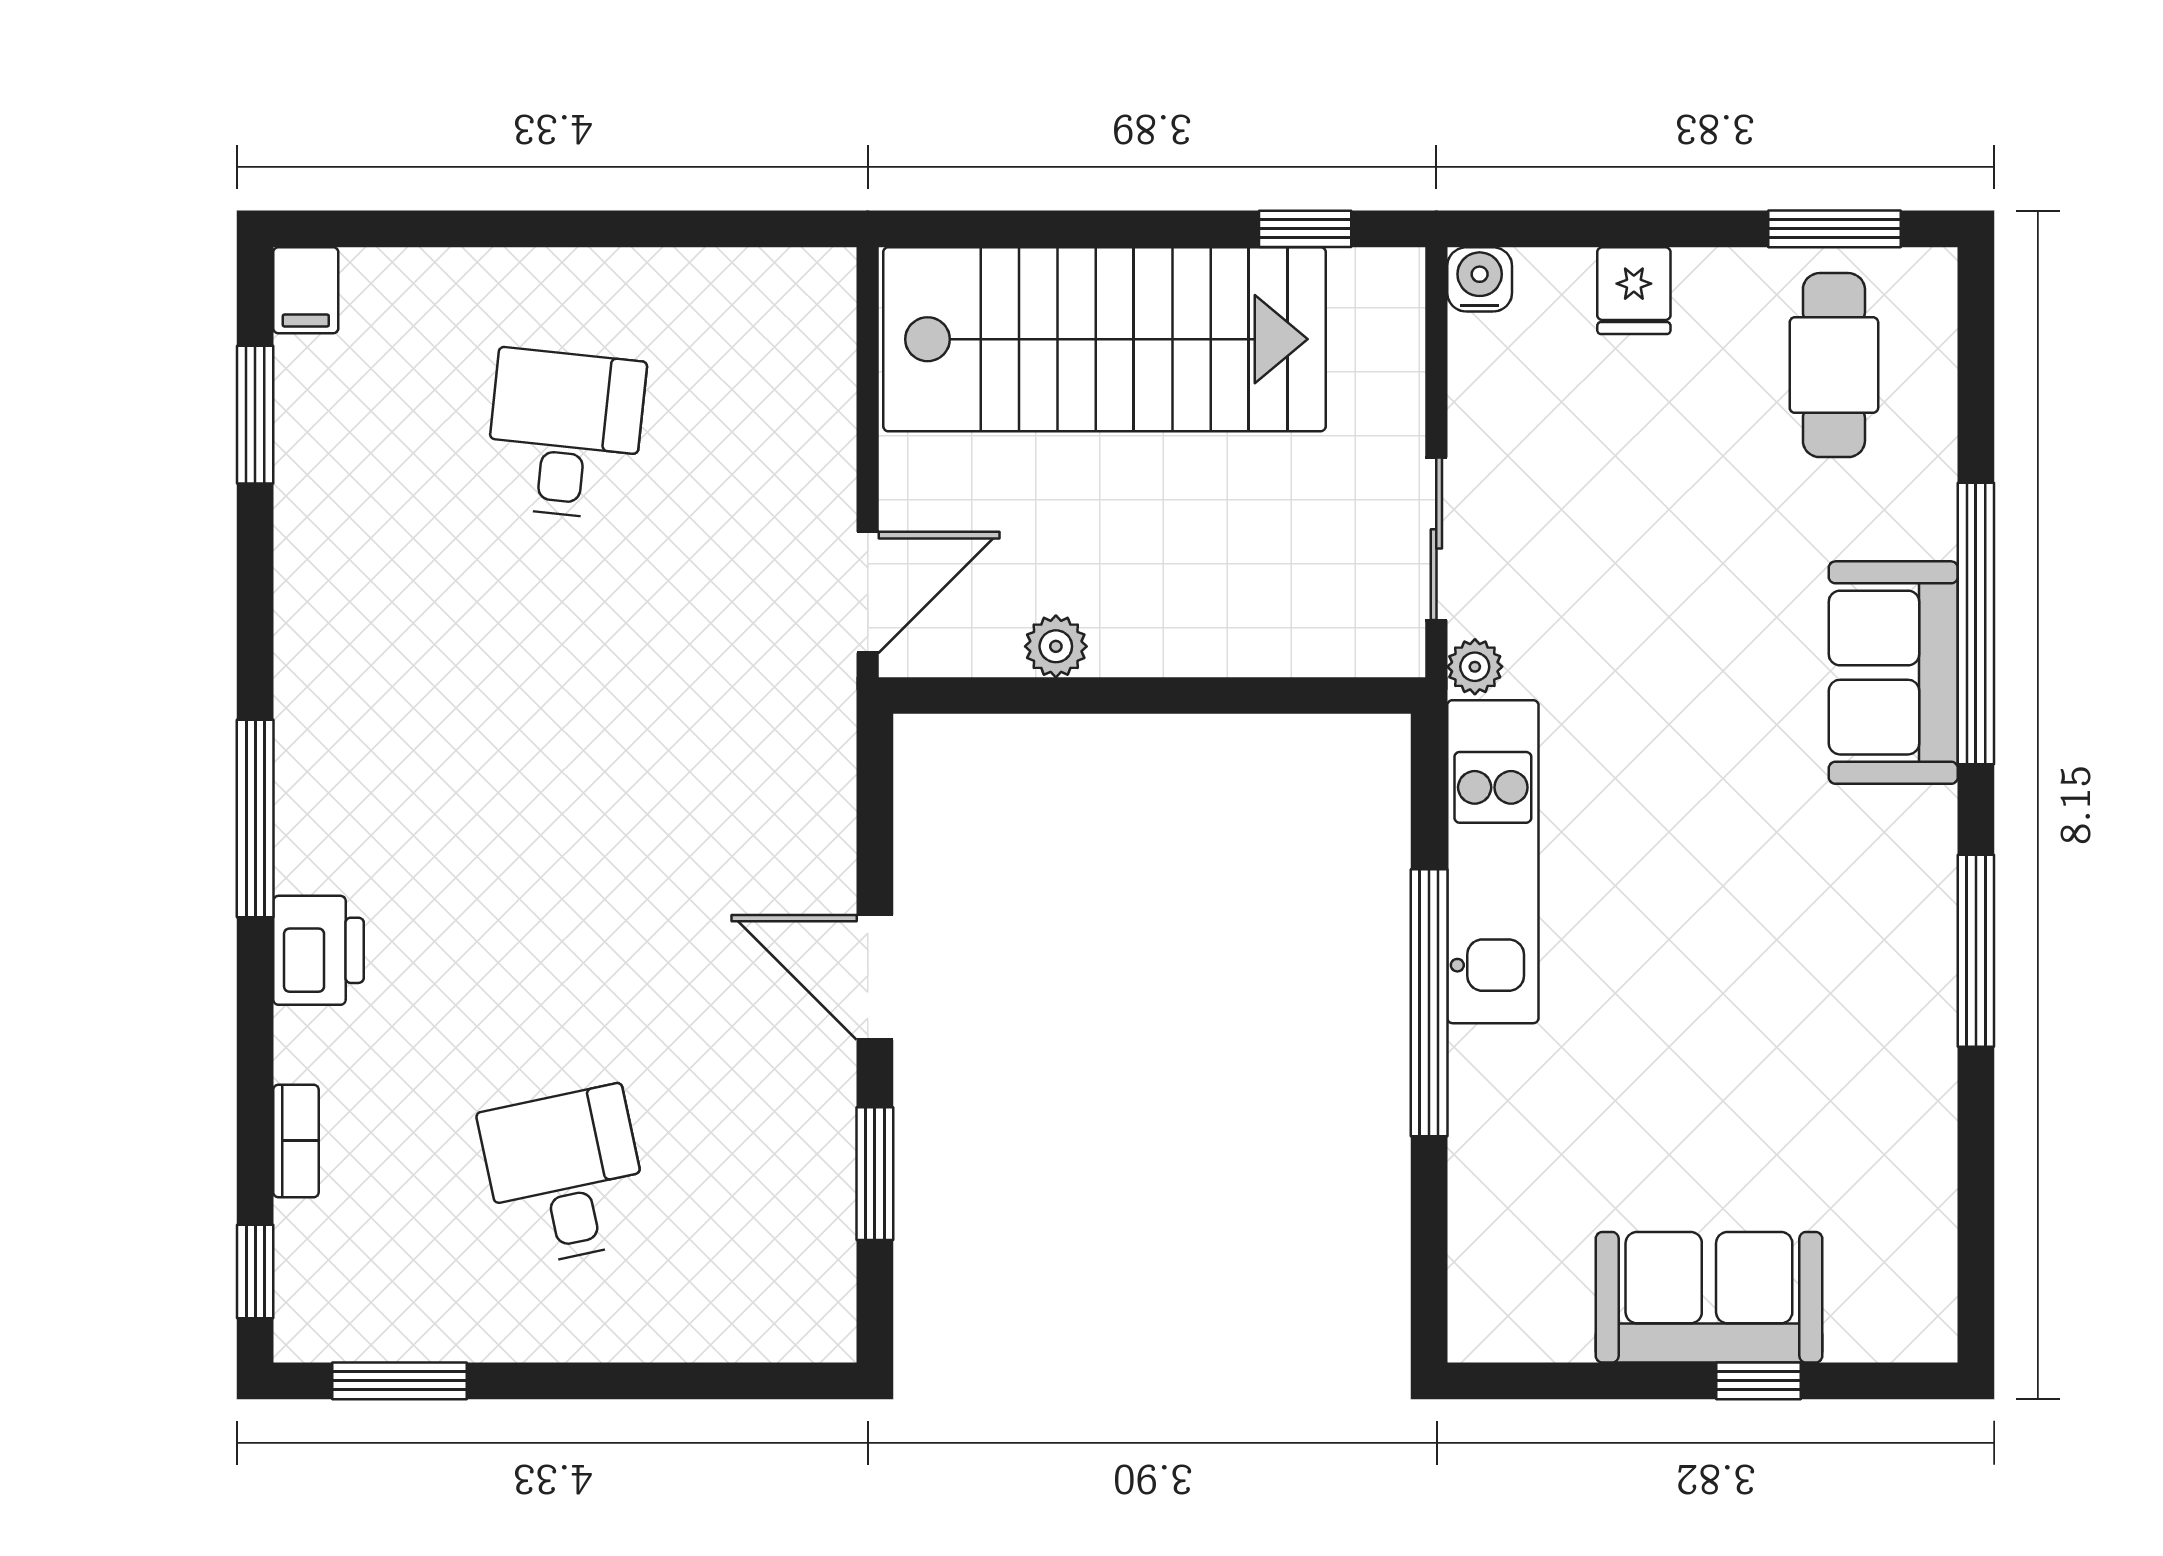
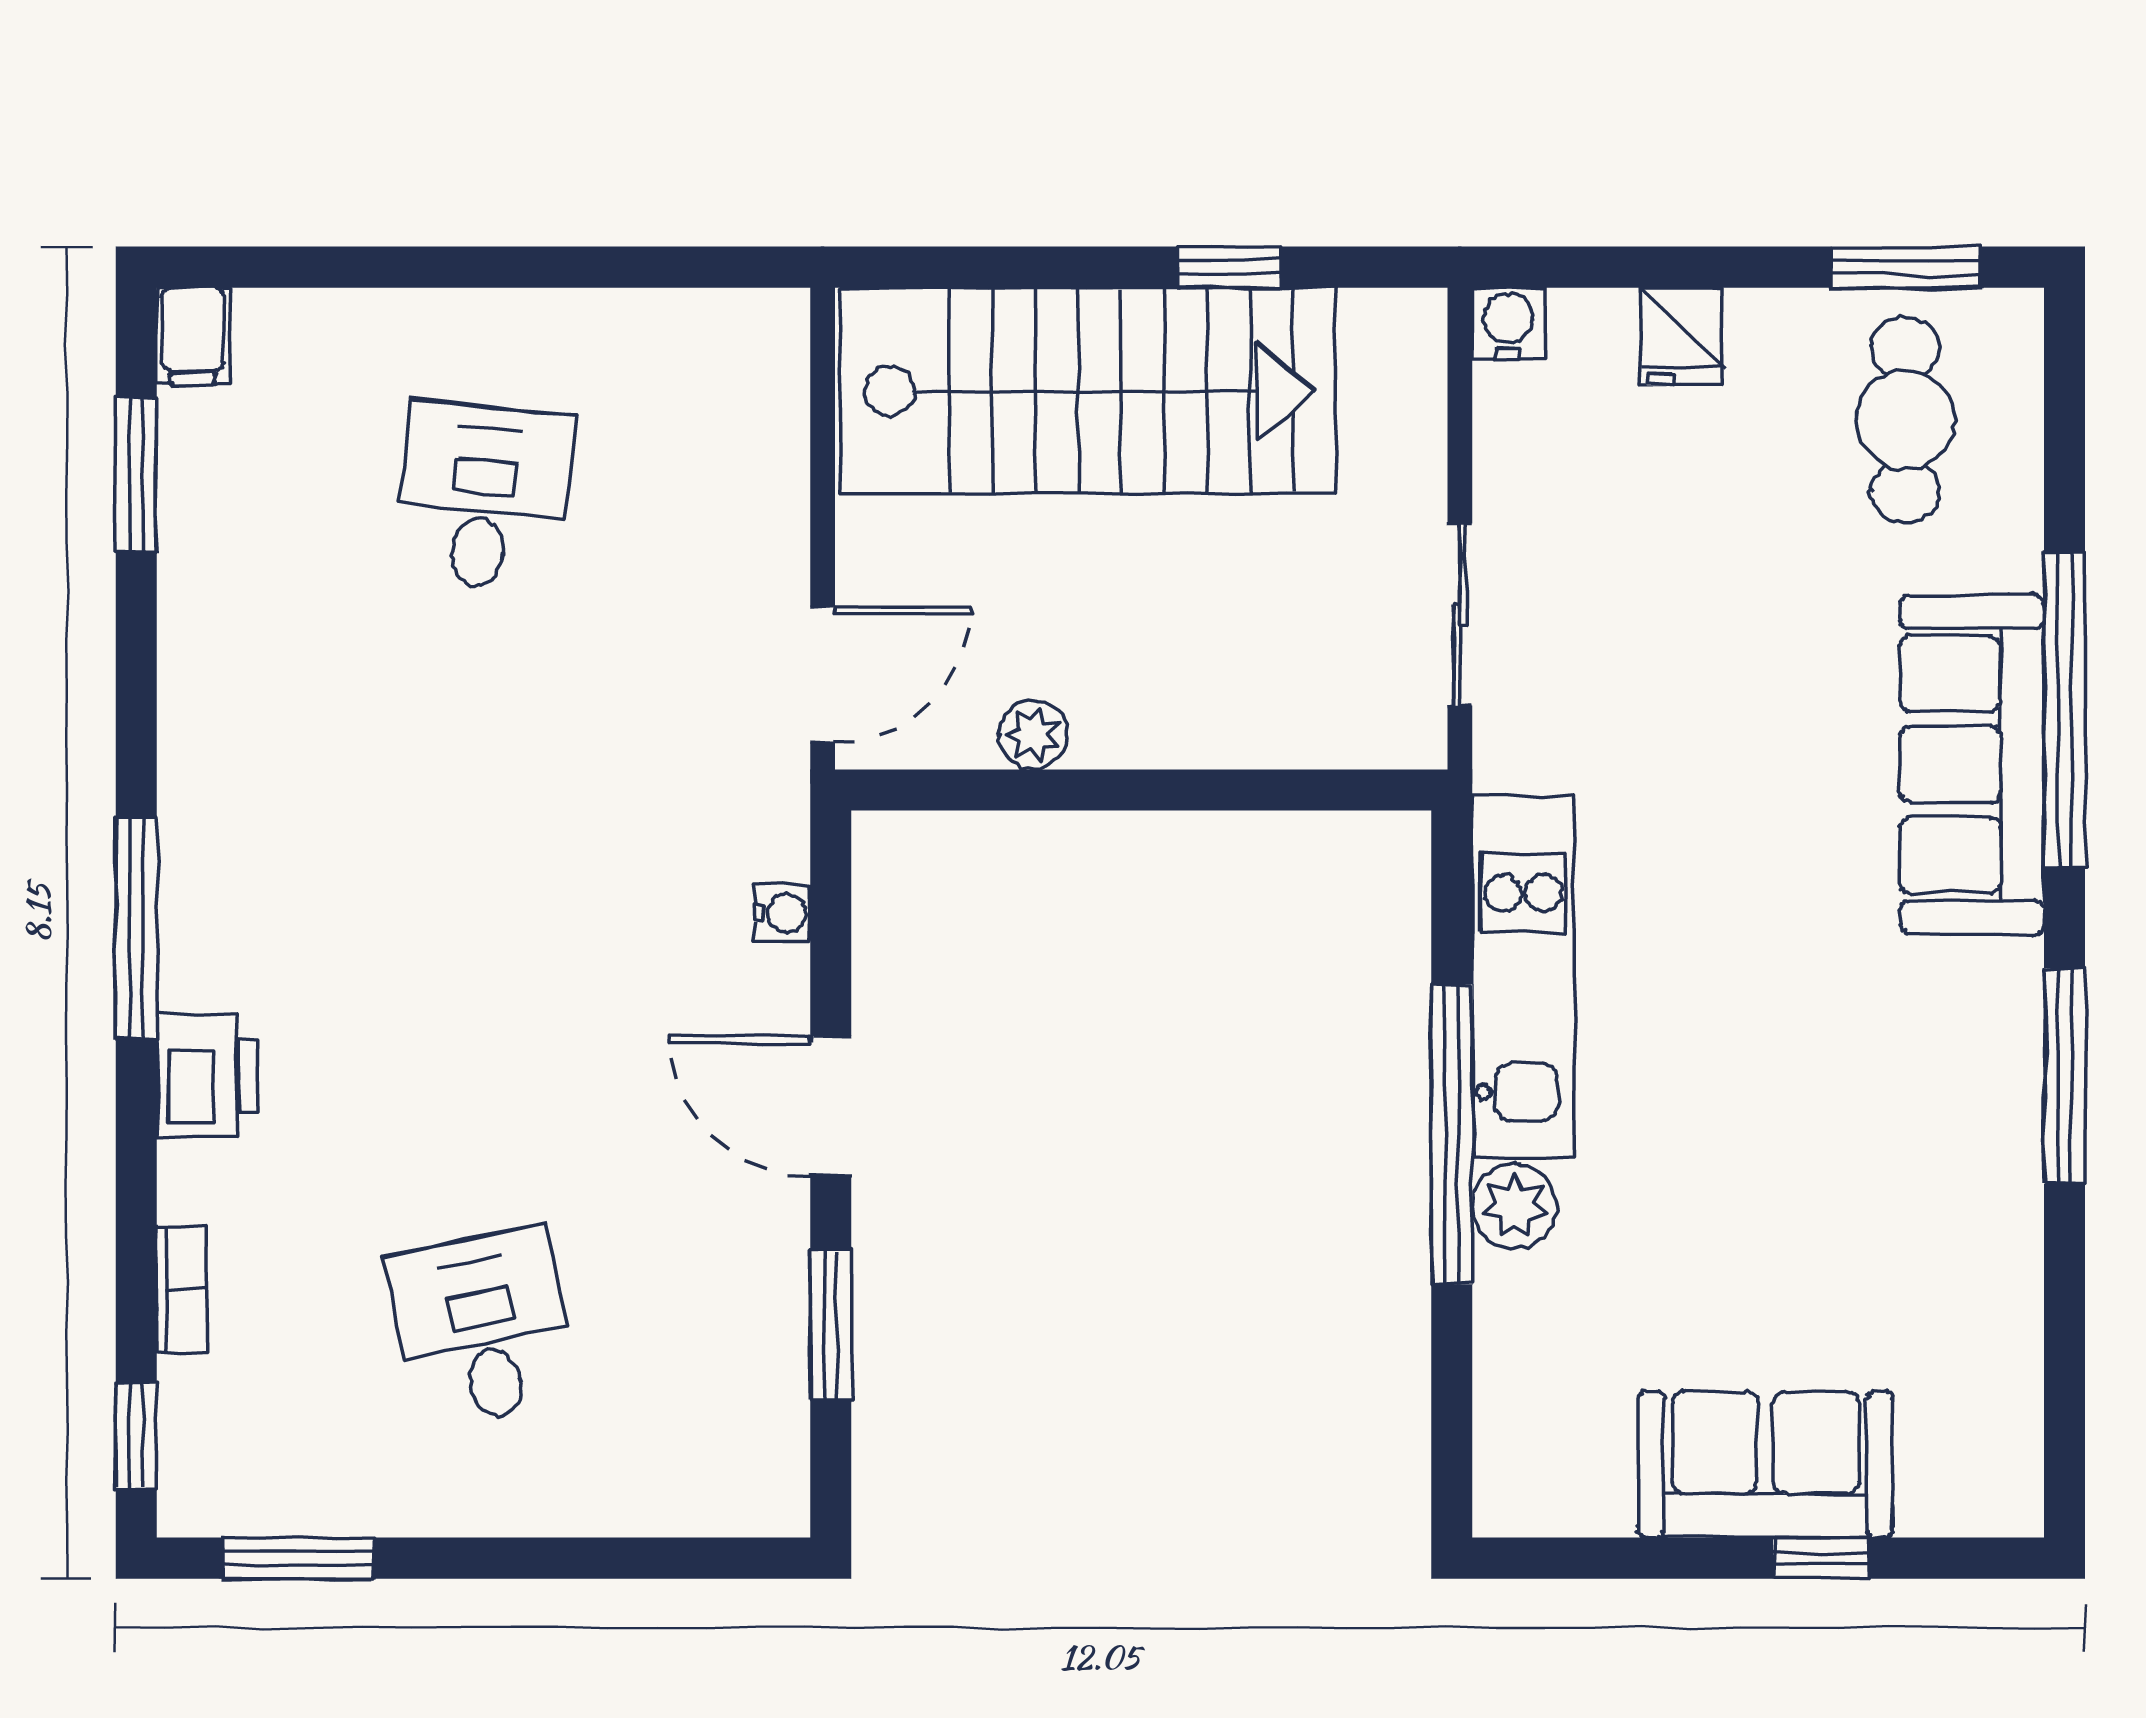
window: (1305, 229) -> (1229, 267), moved
plant: (1475, 667) -> (1515, 1206), moved, width x1.38, depth x1.38
sofa: (1893, 673) -> (1972, 764), width x1.36
water cooler: (832, 805) -> (782, 913), added

